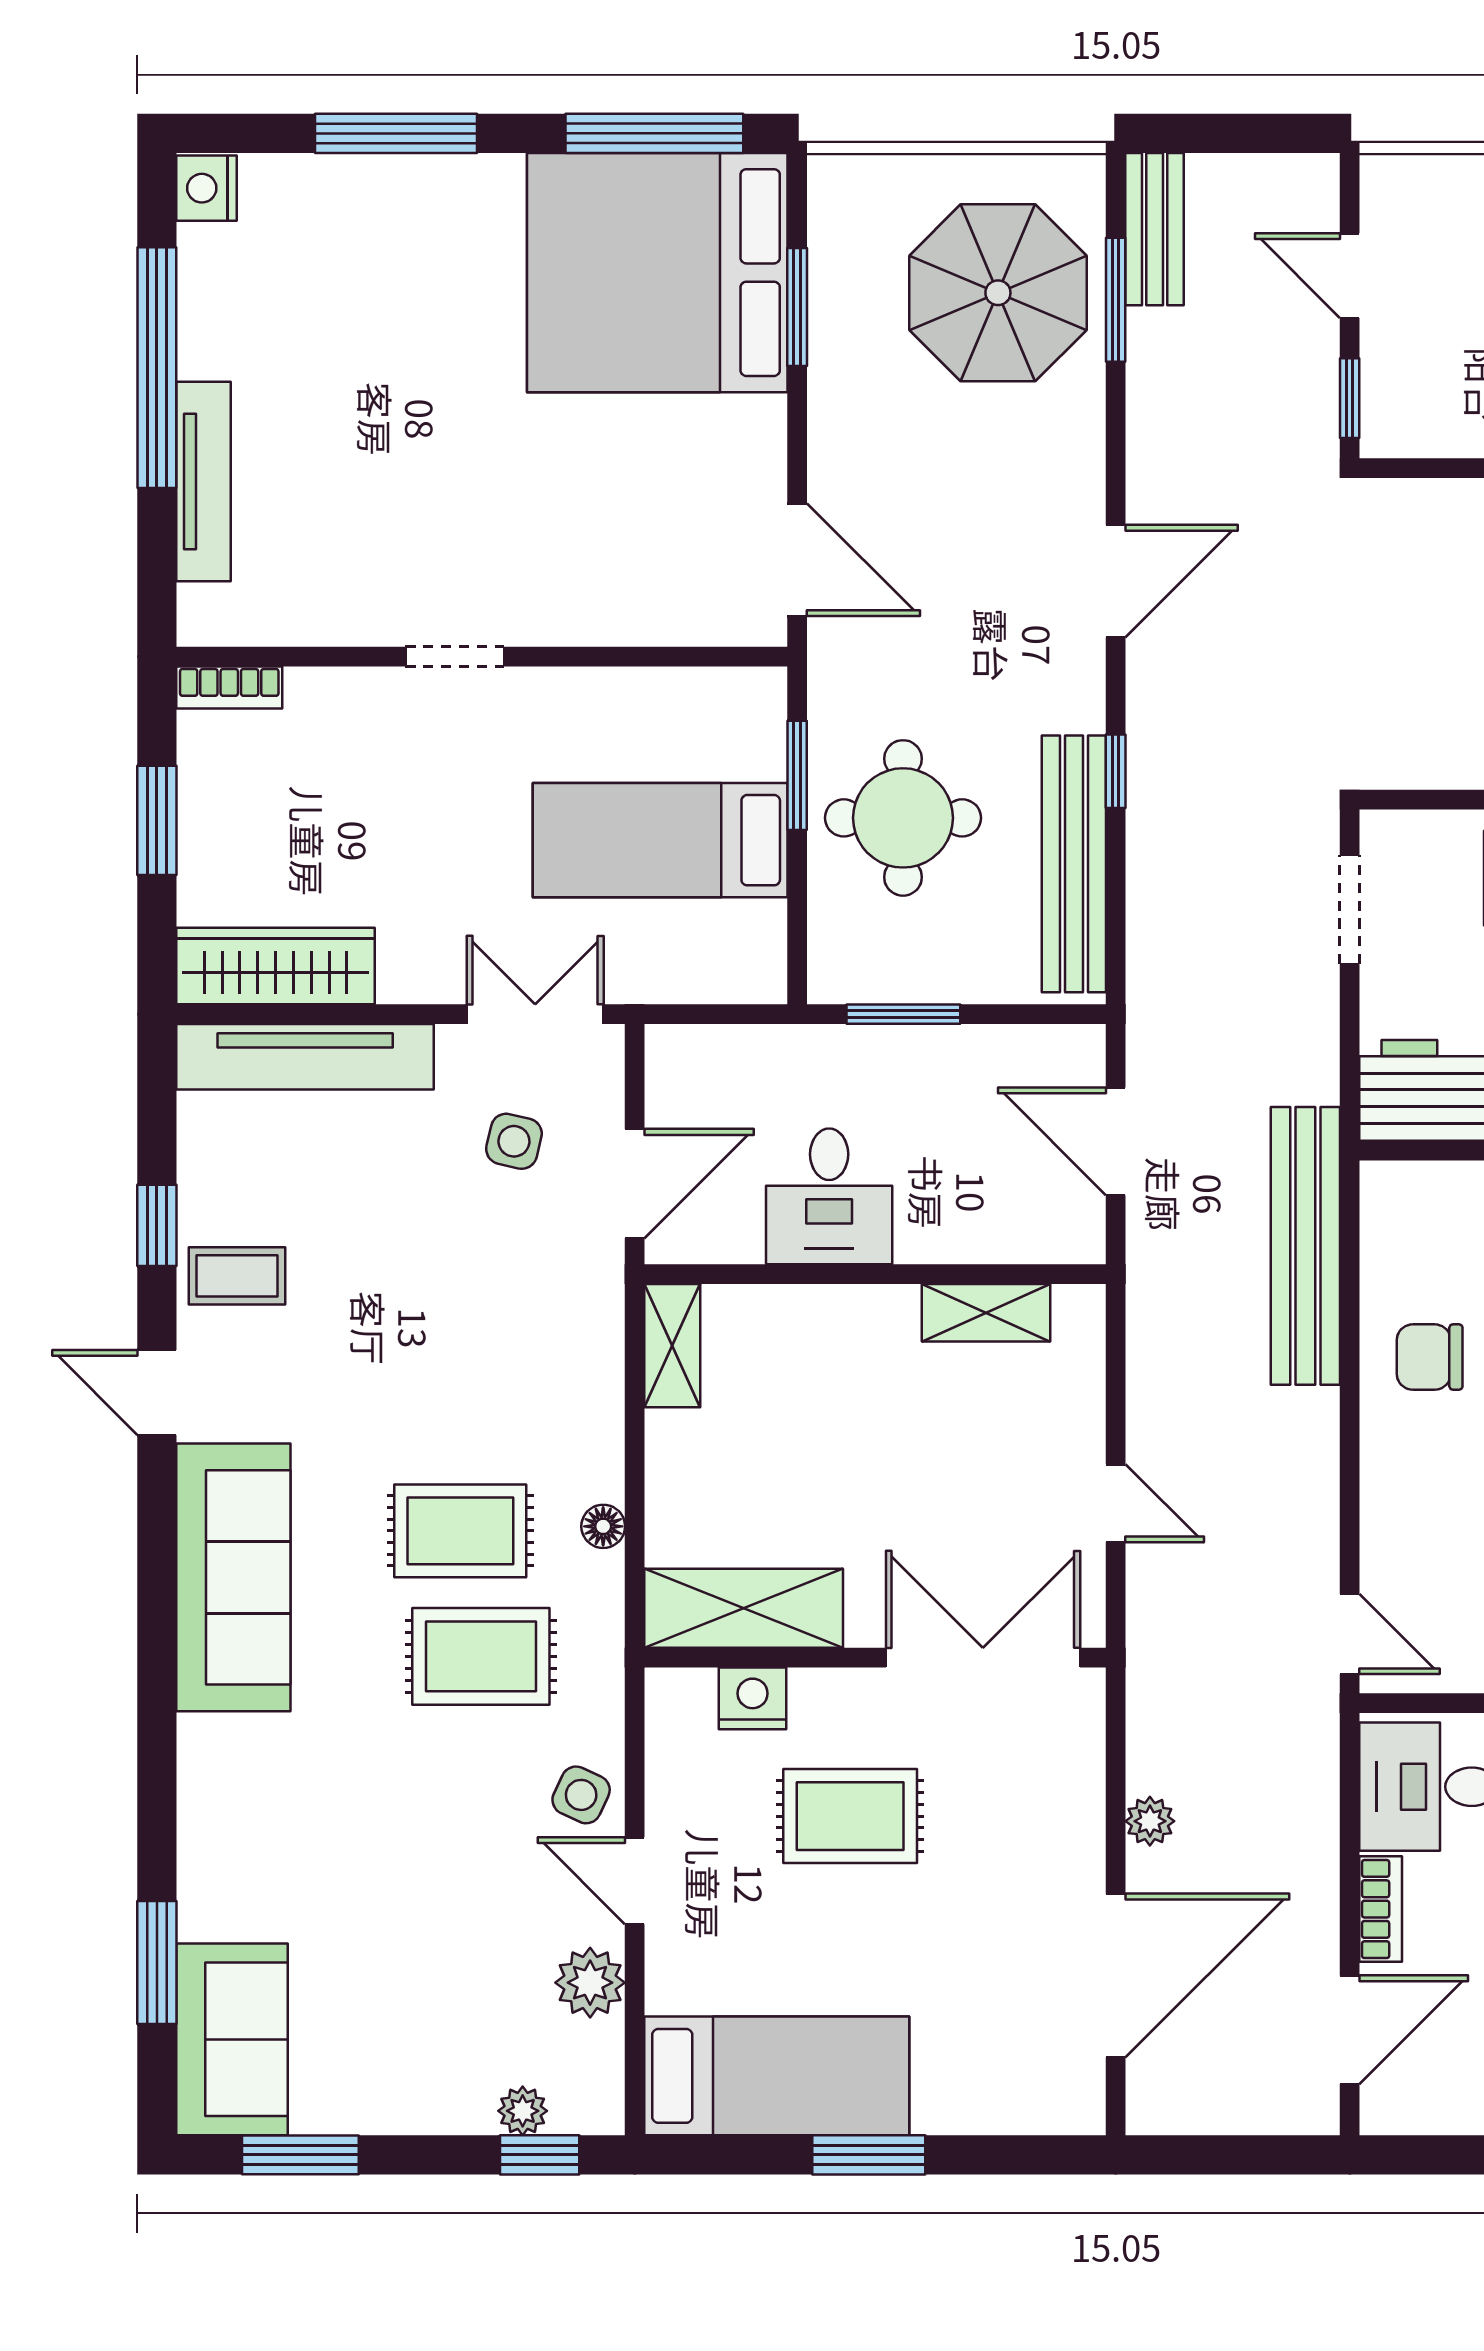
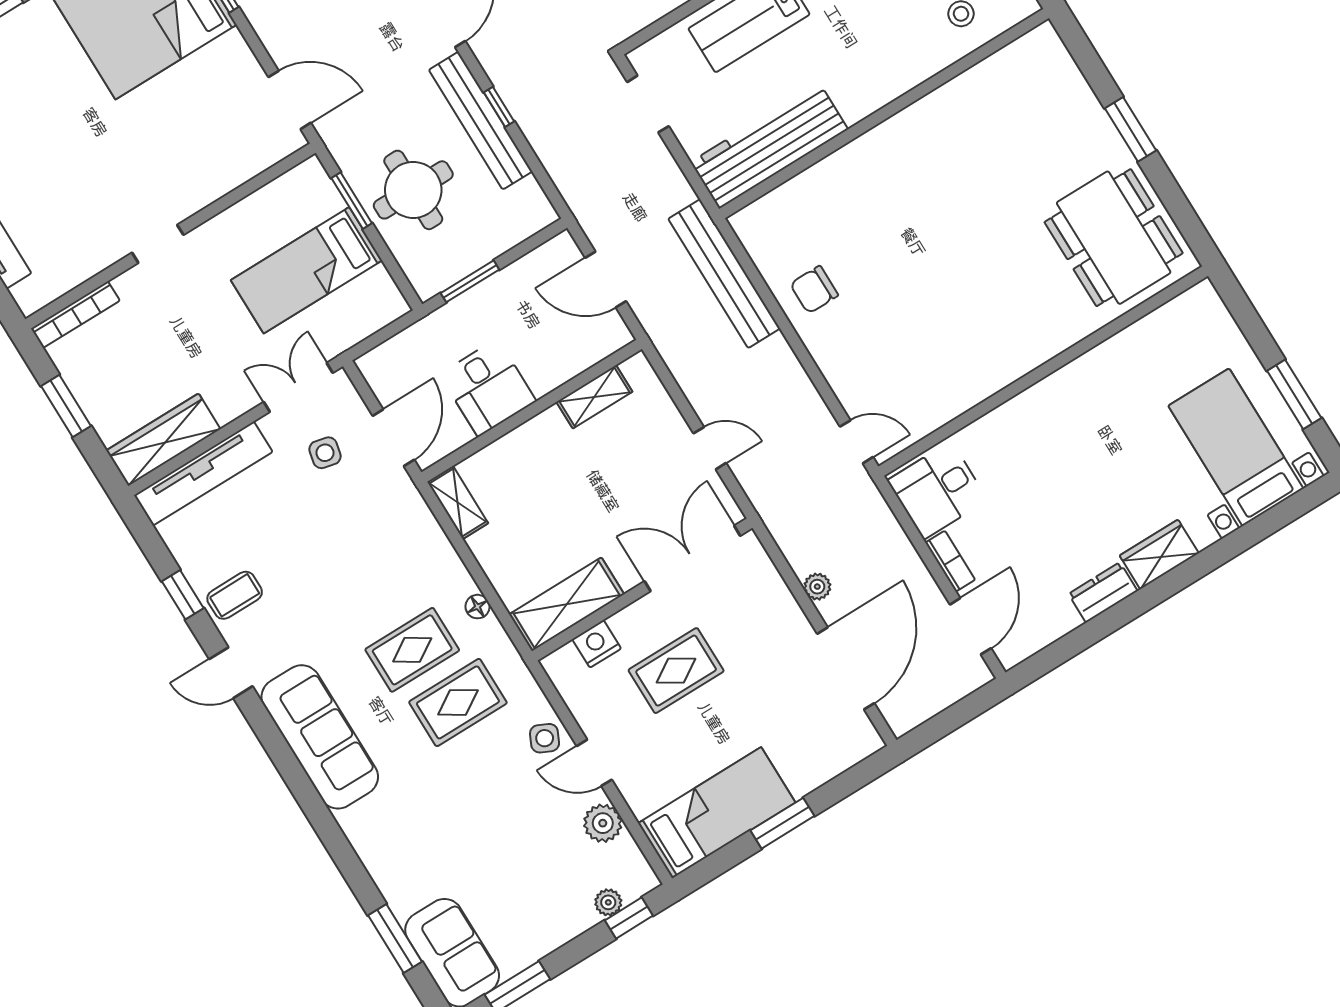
bookcase: (229, 687) -> (75, 315), width x1.56
bench: (1074, 864) -> (481, 121), moved

